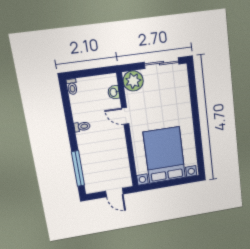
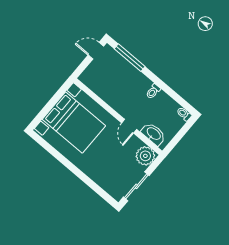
washbasin: (114, 92) -> (153, 134), width x1.91, depth x1.45
door: (125, 116) -> (129, 126), swing flipped
door: (114, 193) -> (96, 51), moved

